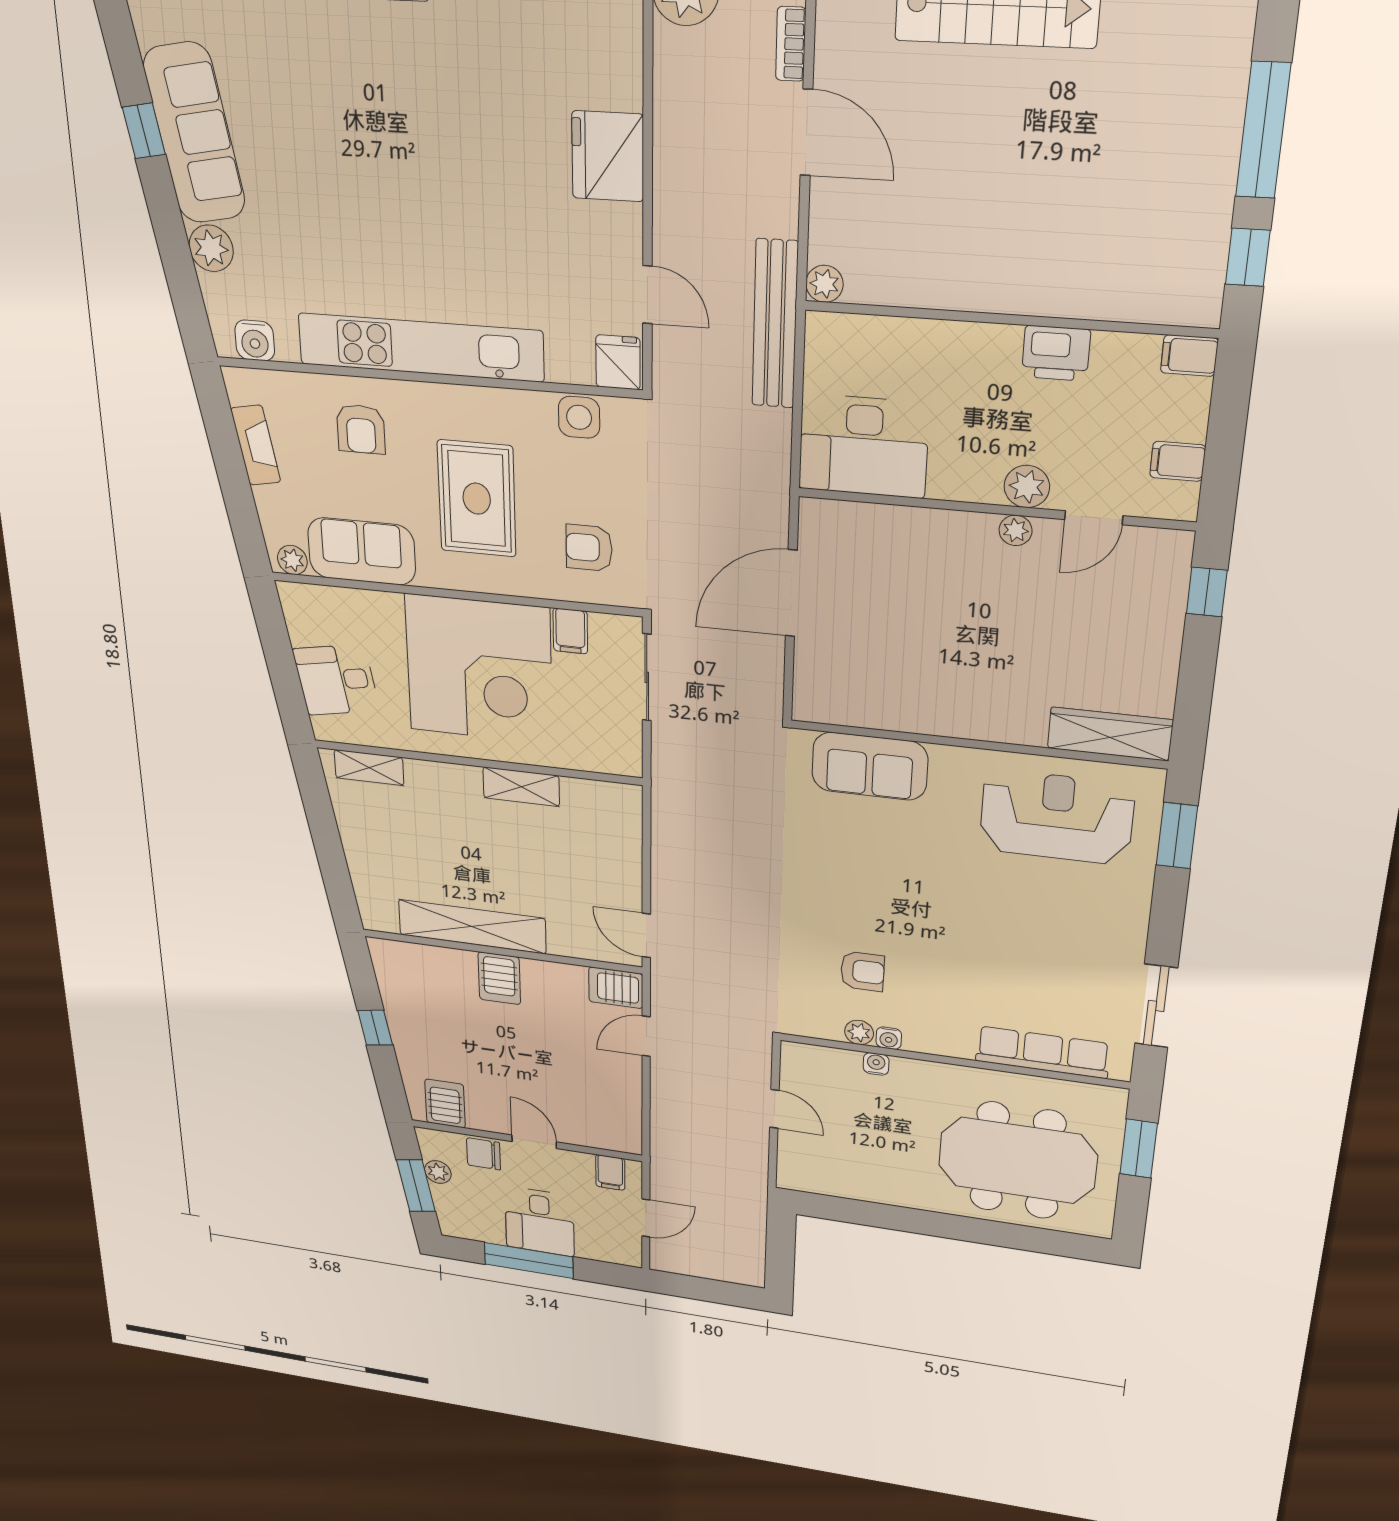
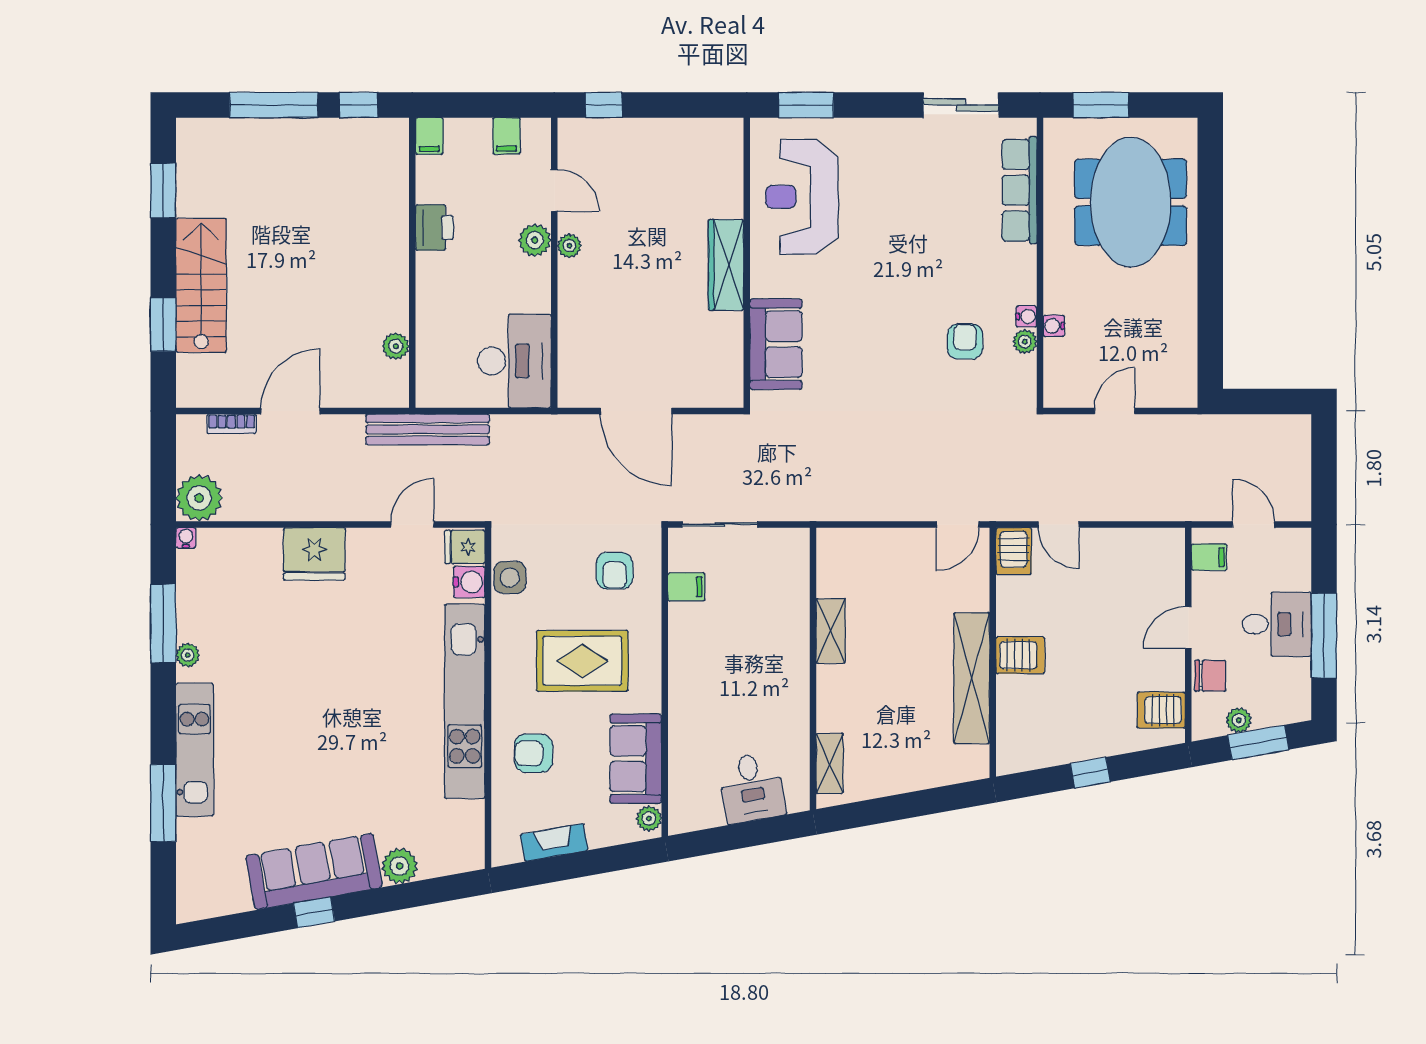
plant: (824, 284) -> (396, 346), moved
water cooler: (255, 340) -> (469, 582), moved
armchair: (361, 429) -> (534, 753), turned 180
corner desk: (479, 669) -> (728, 664), removed
wardrobe: (1110, 734) -> (726, 265), moved
chair: (483, 1154) -> (1210, 676), turned -90

